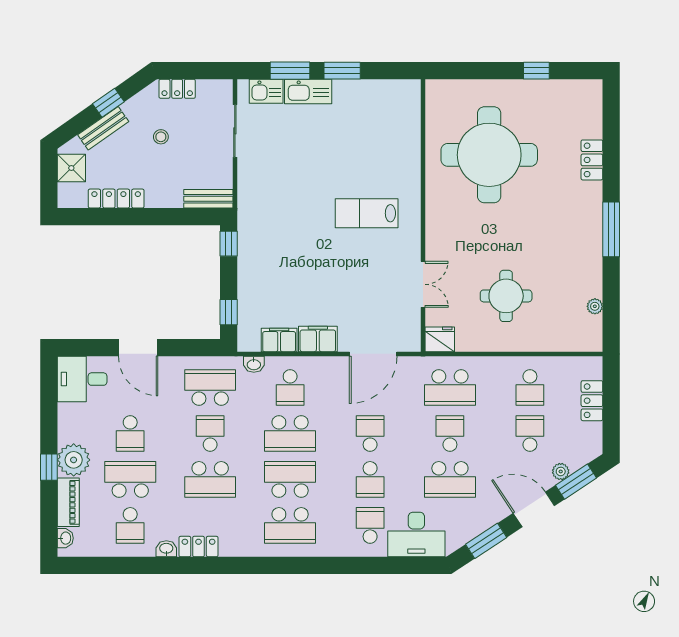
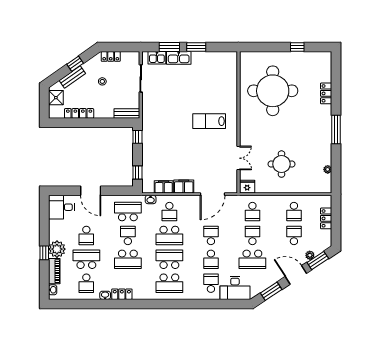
school desk: (450, 388) -> (252, 212), width x0.54

